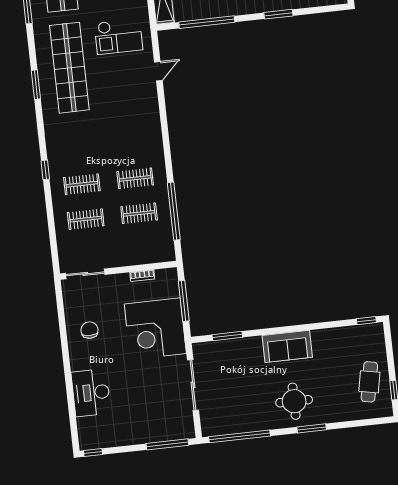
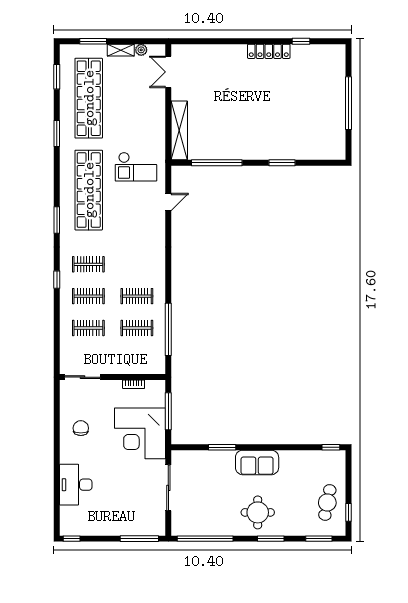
window: (36, 85) -> (57, 220), moved
clothes rail: (78, 149) -> (88, 264), added
window: (227, 336) -> (222, 447), moved
window: (364, 423) -> (319, 539), added

